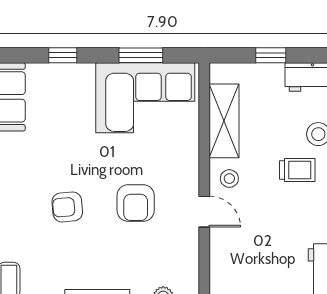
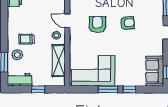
window: (141, 55) -> (108, 89), moved

